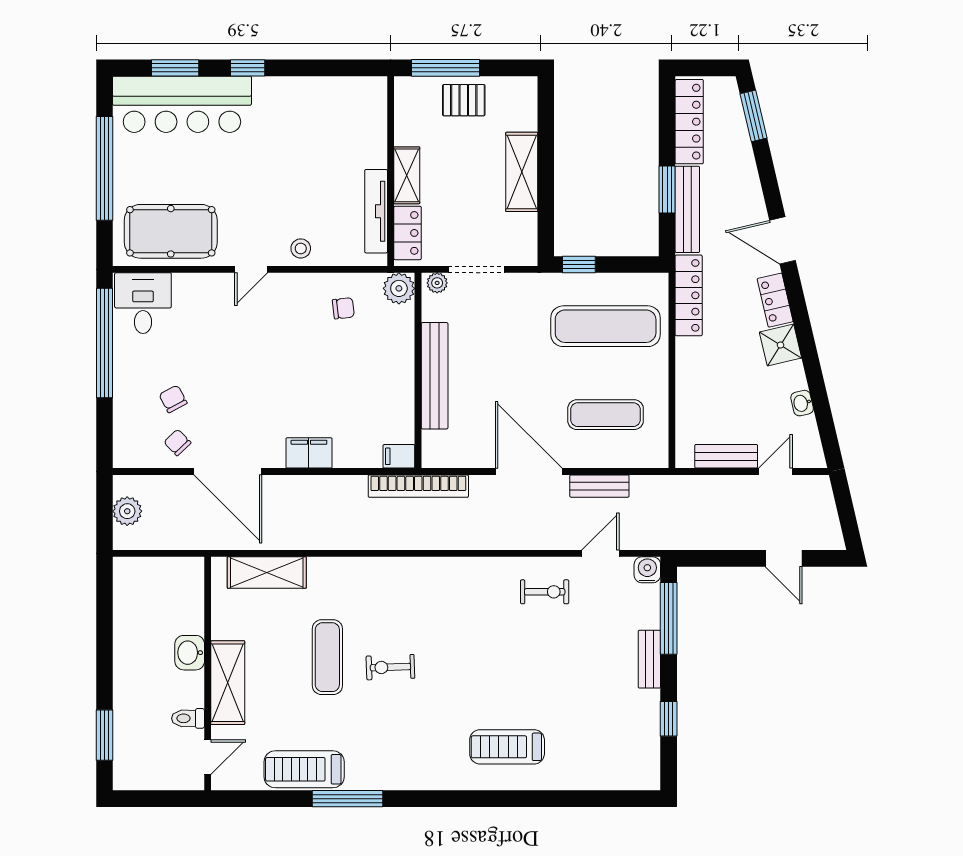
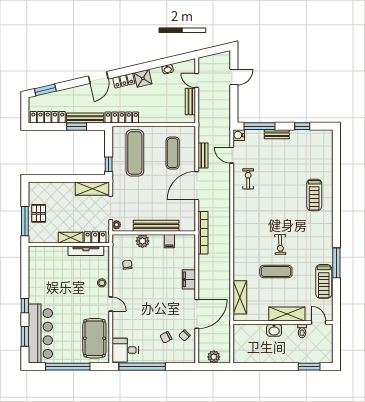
shelving: (522, 172) -> (92, 189), moved
plant: (399, 288) -> (142, 241), moved
filing cabinet: (399, 456) -> (169, 241), moved

